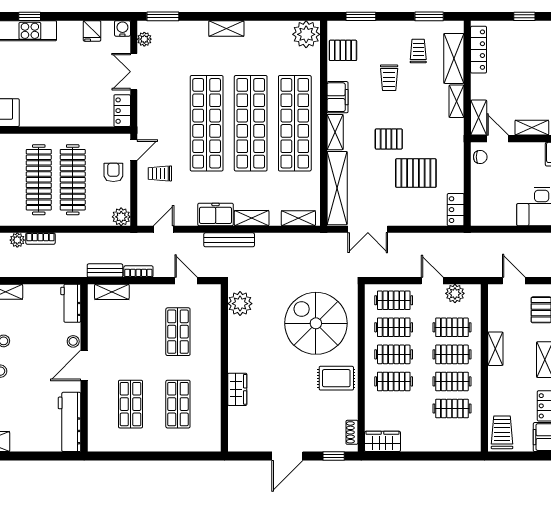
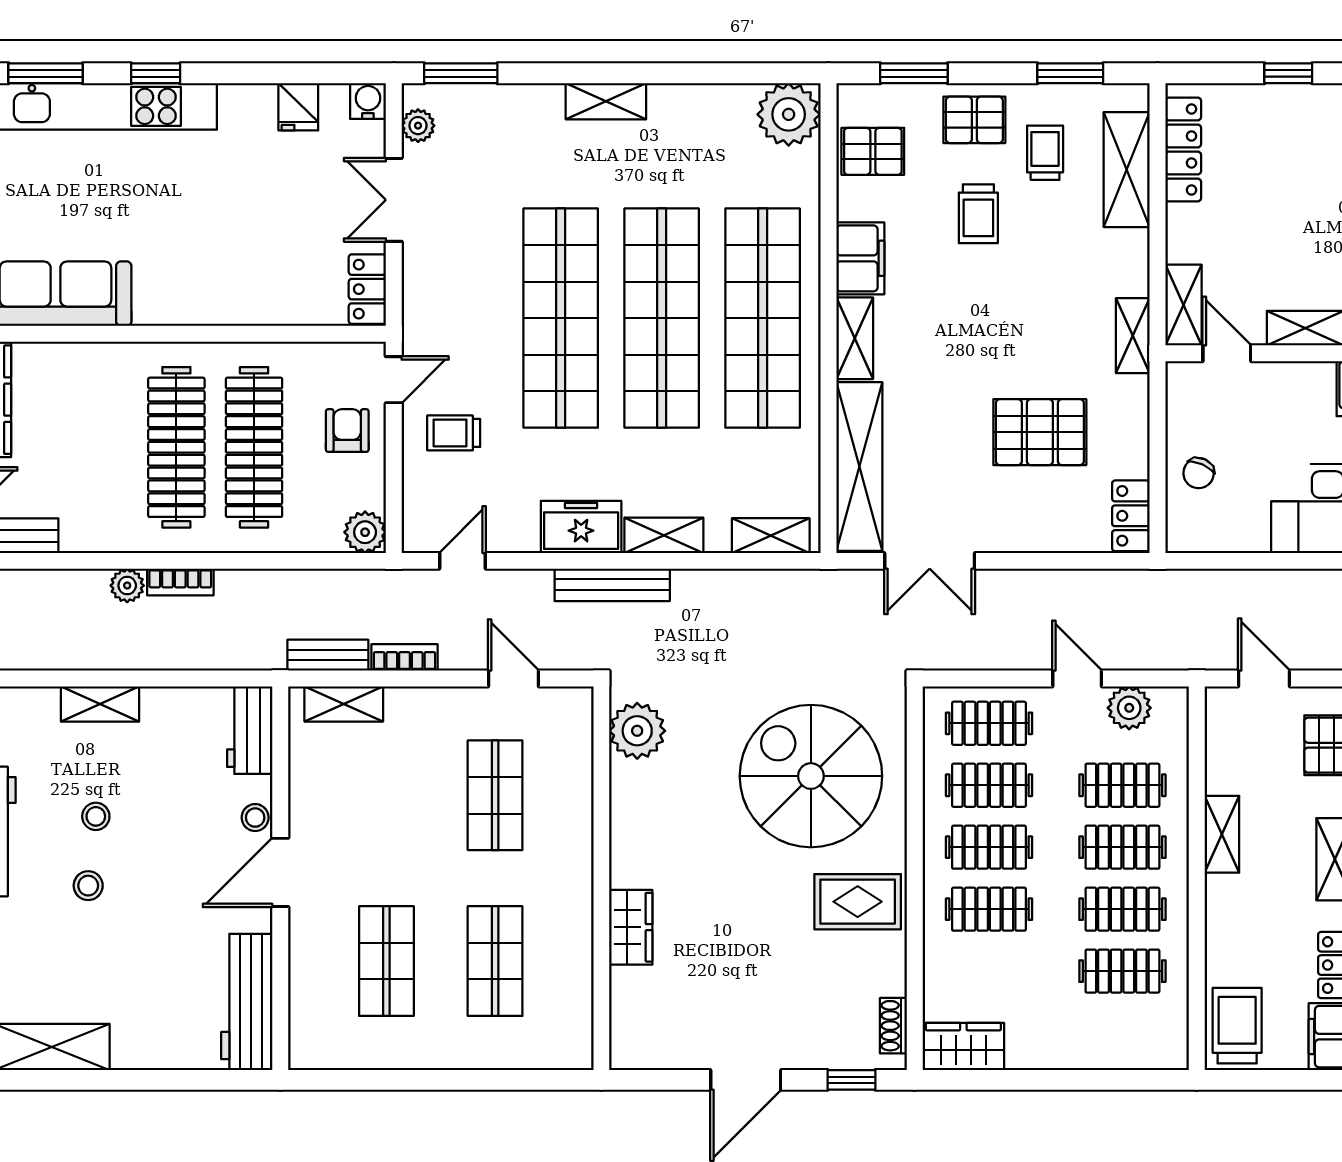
shelving: (457, 101) -> (1133, 336), moved
pallet: (389, 139) -> (974, 120), moved
chair: (480, 157) -> (1199, 473), moved, turned 114

